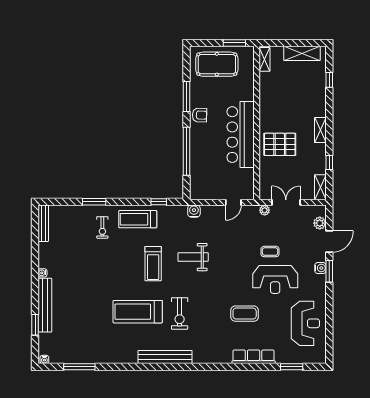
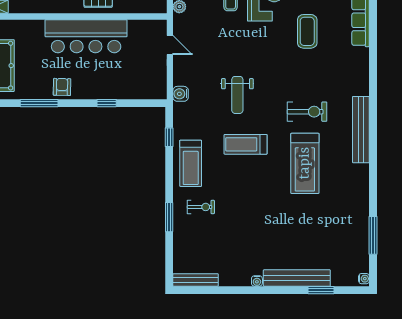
window: (186, 151) -> (107, 103), width x0.32
treadmill: (153, 264) -> (246, 144), turned 180

